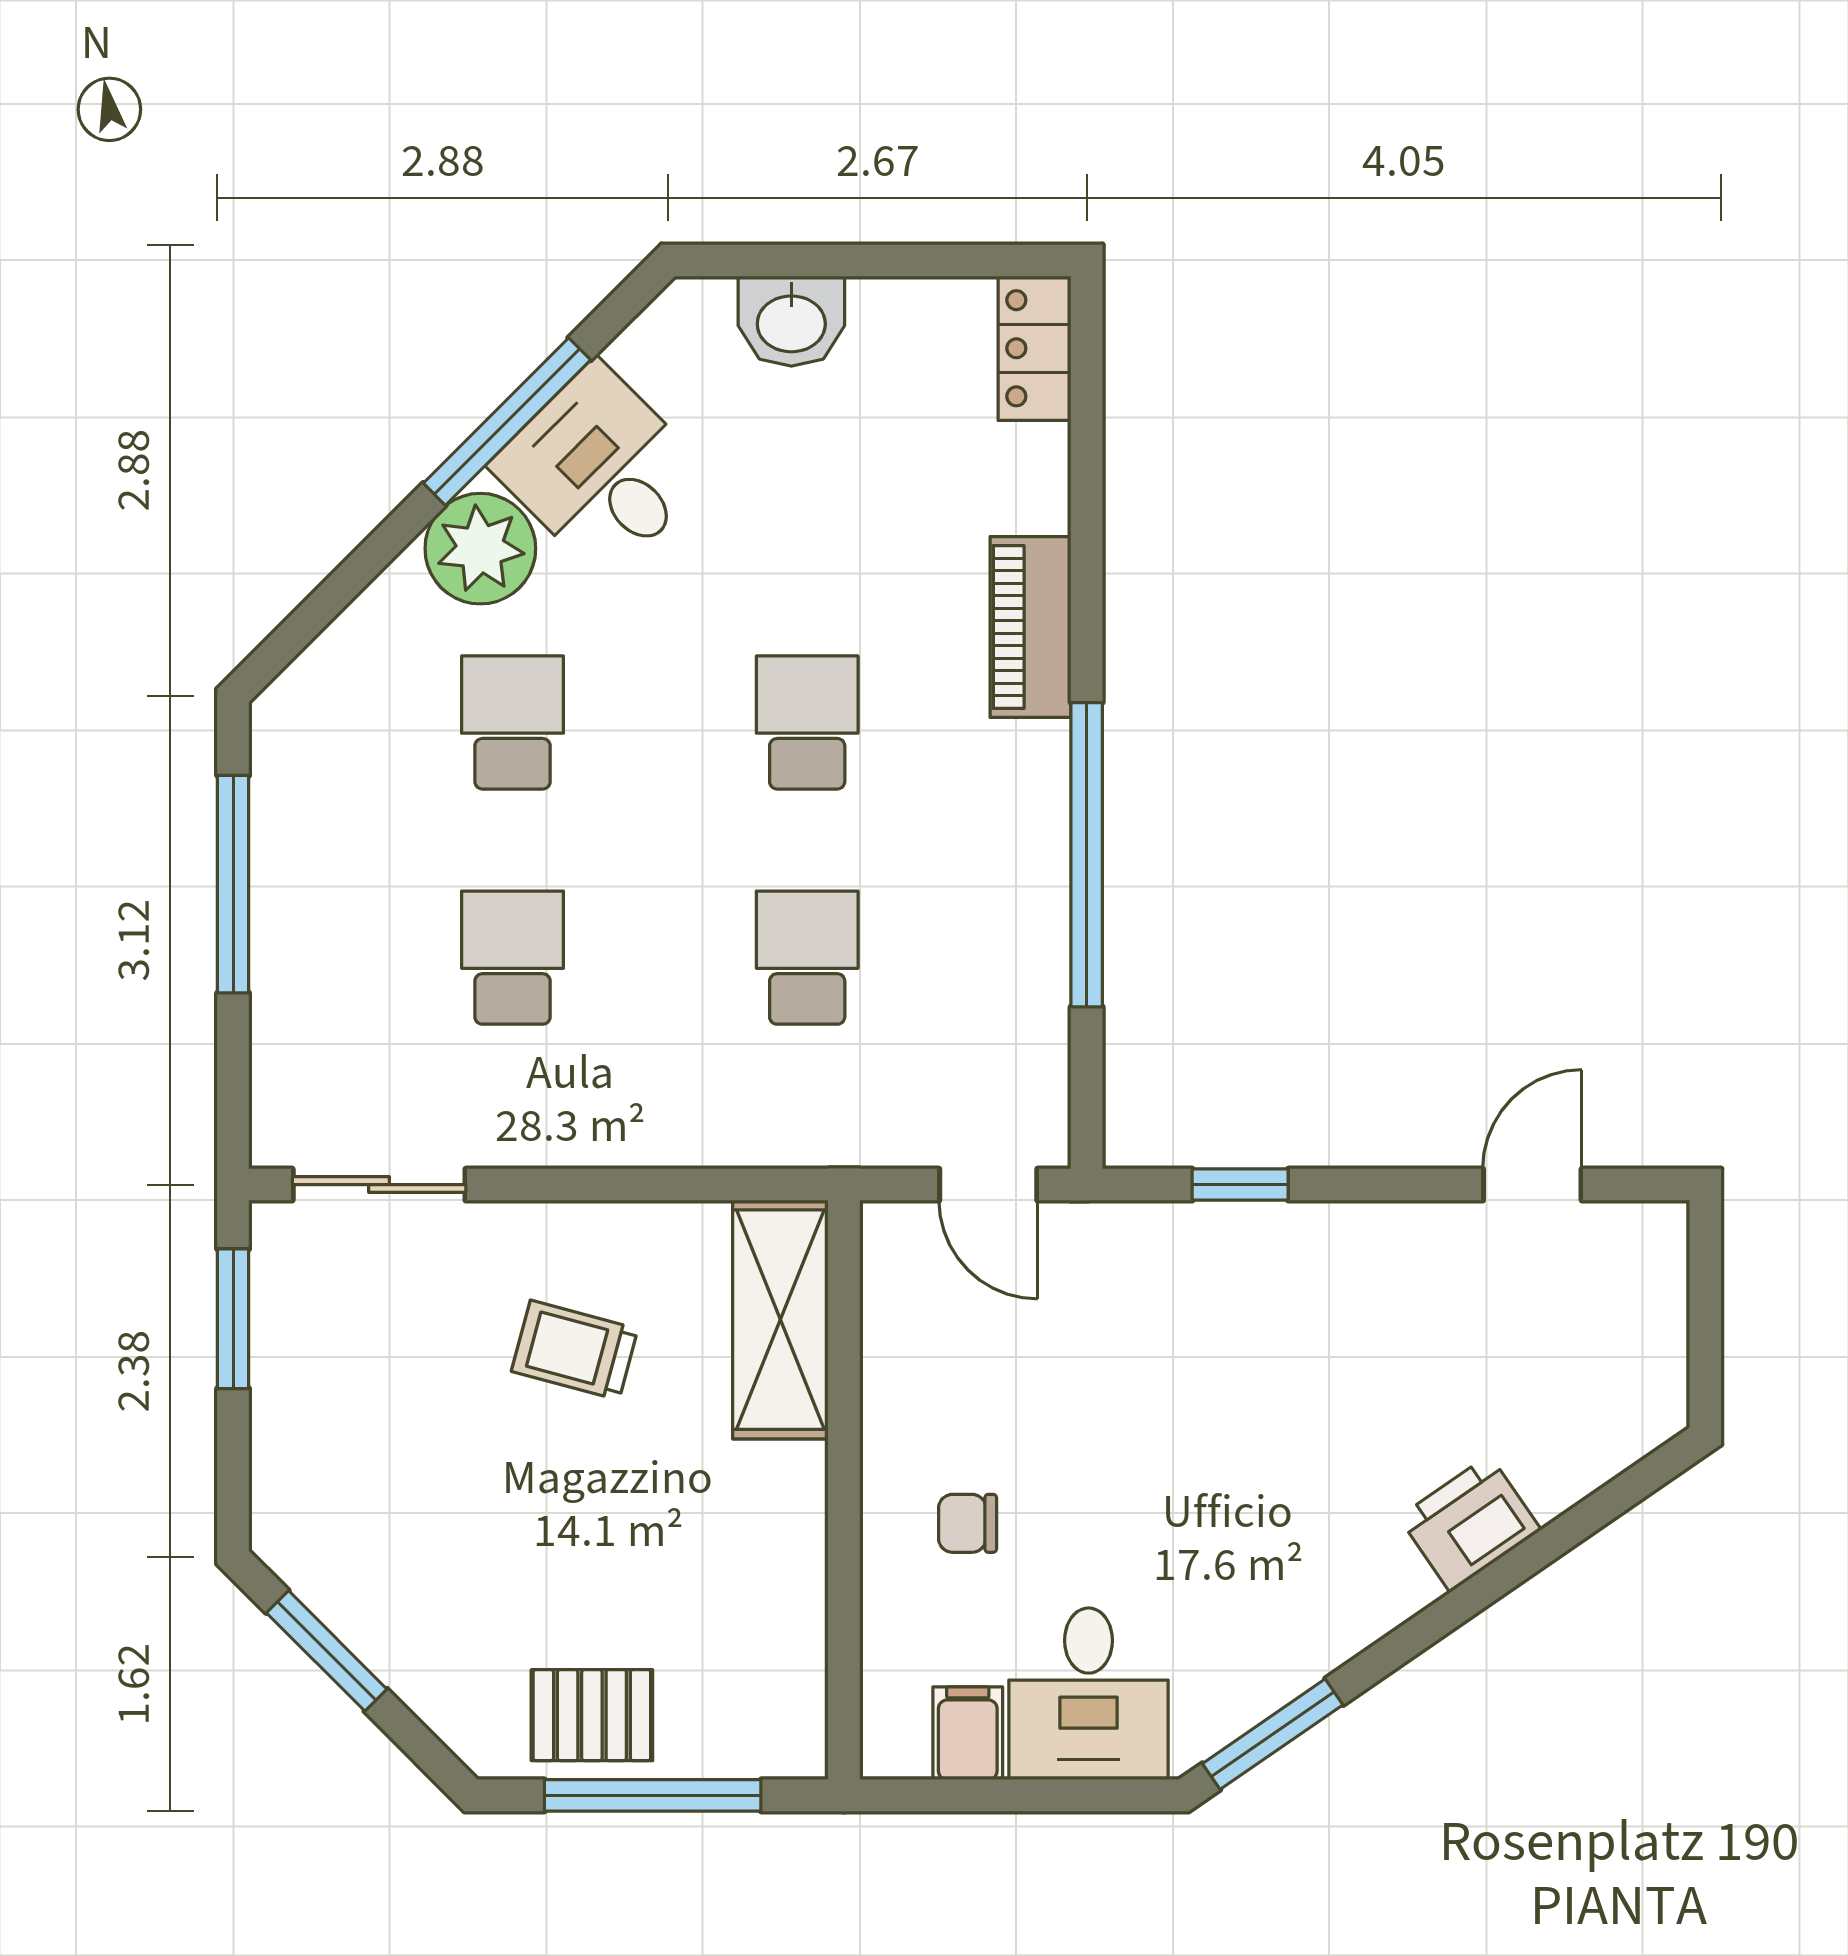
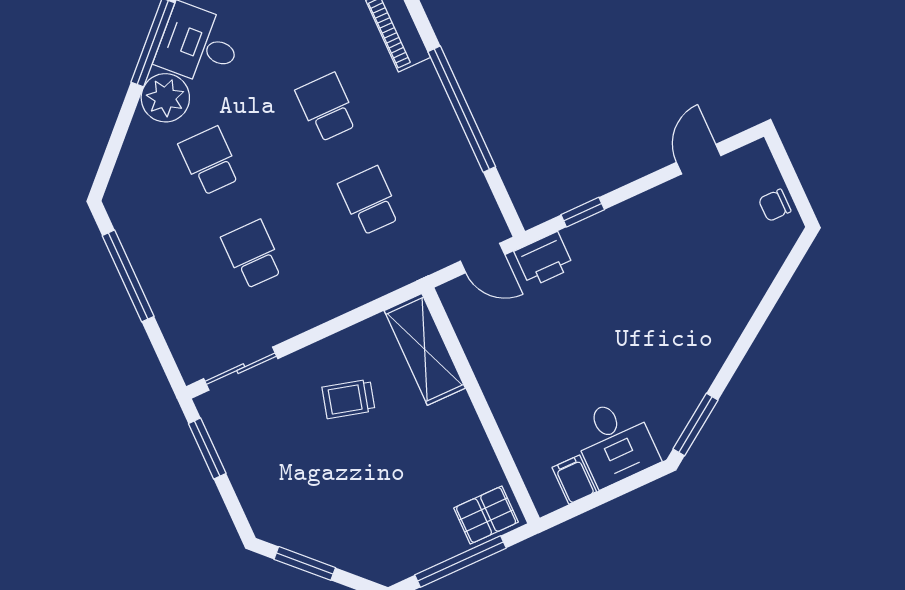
chair: (968, 1523) -> (775, 205), moved
printer: (1470, 1524) -> (544, 259), moved, turned -145
pallet: (592, 1715) -> (486, 515), moved

